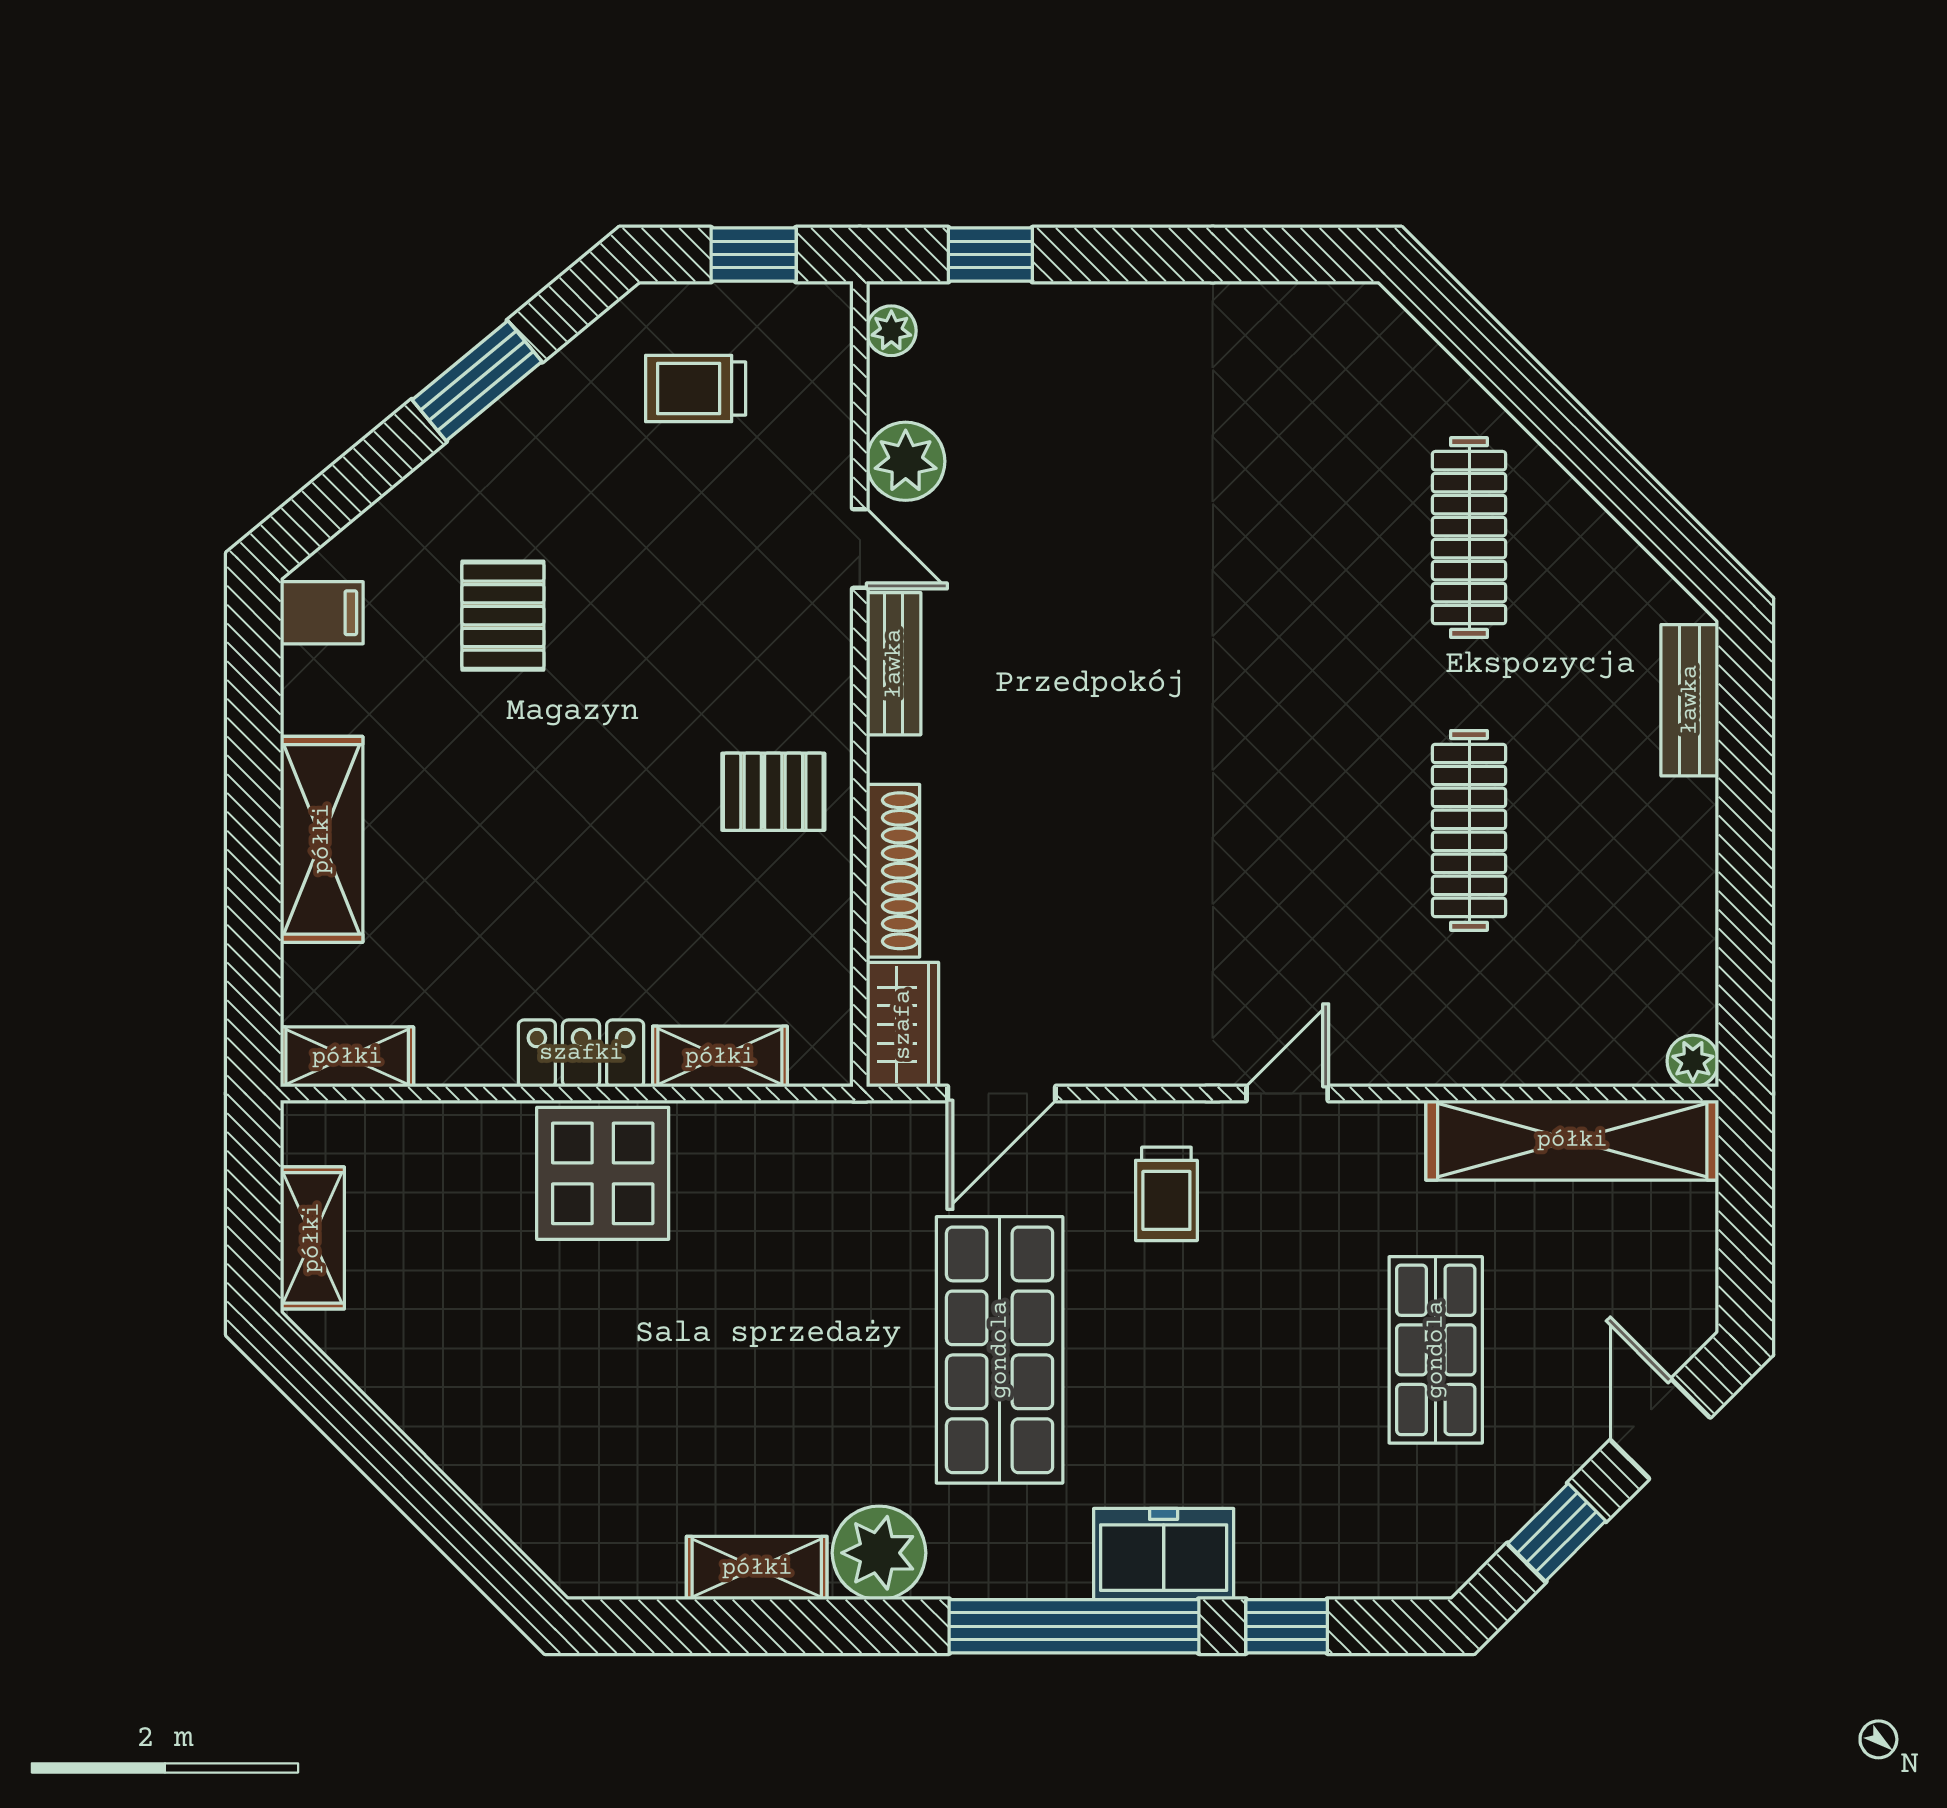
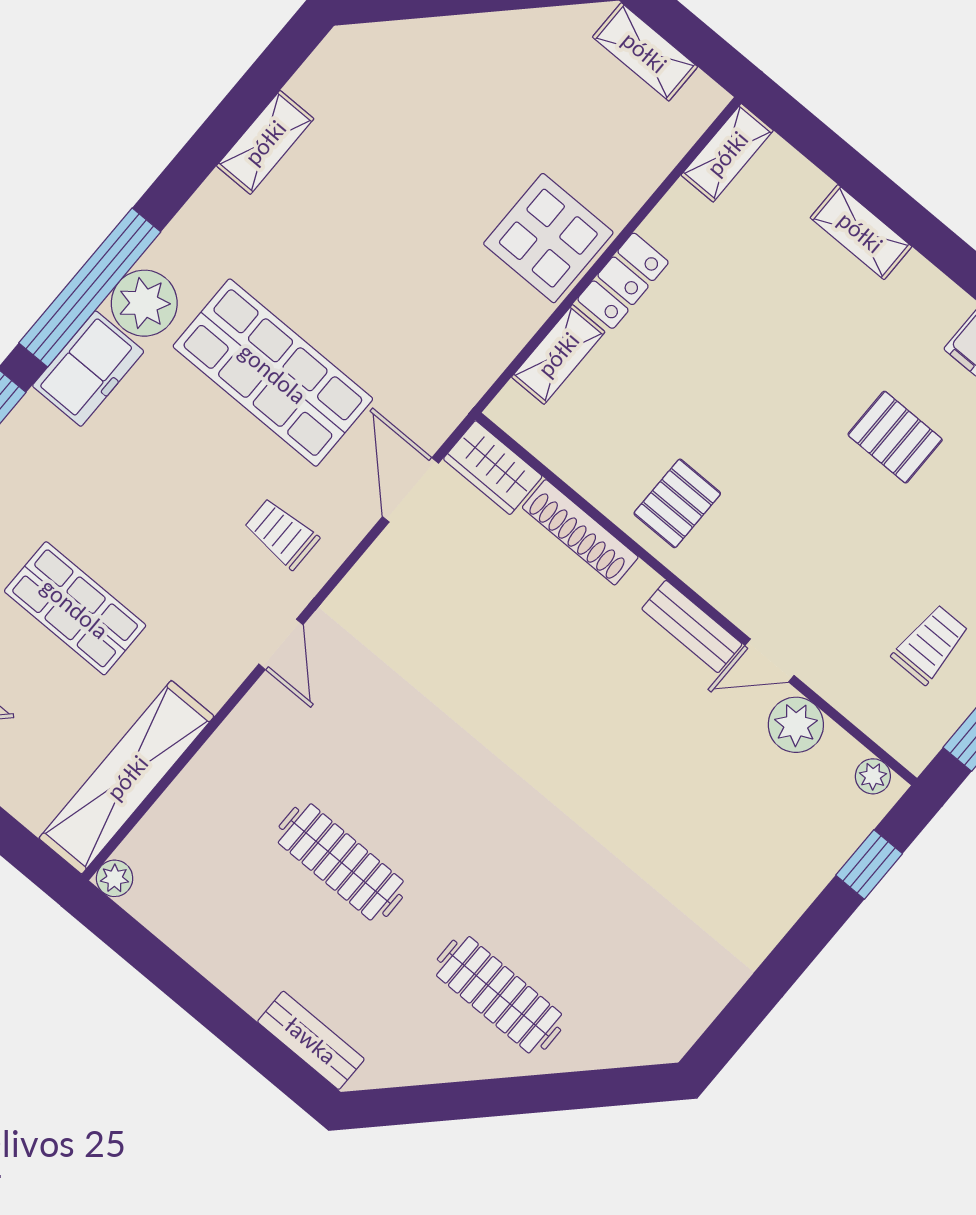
shelving: (322, 839) -> (861, 232), width x0.67, depth x0.75
plant: (879, 1553) -> (144, 303), moved

